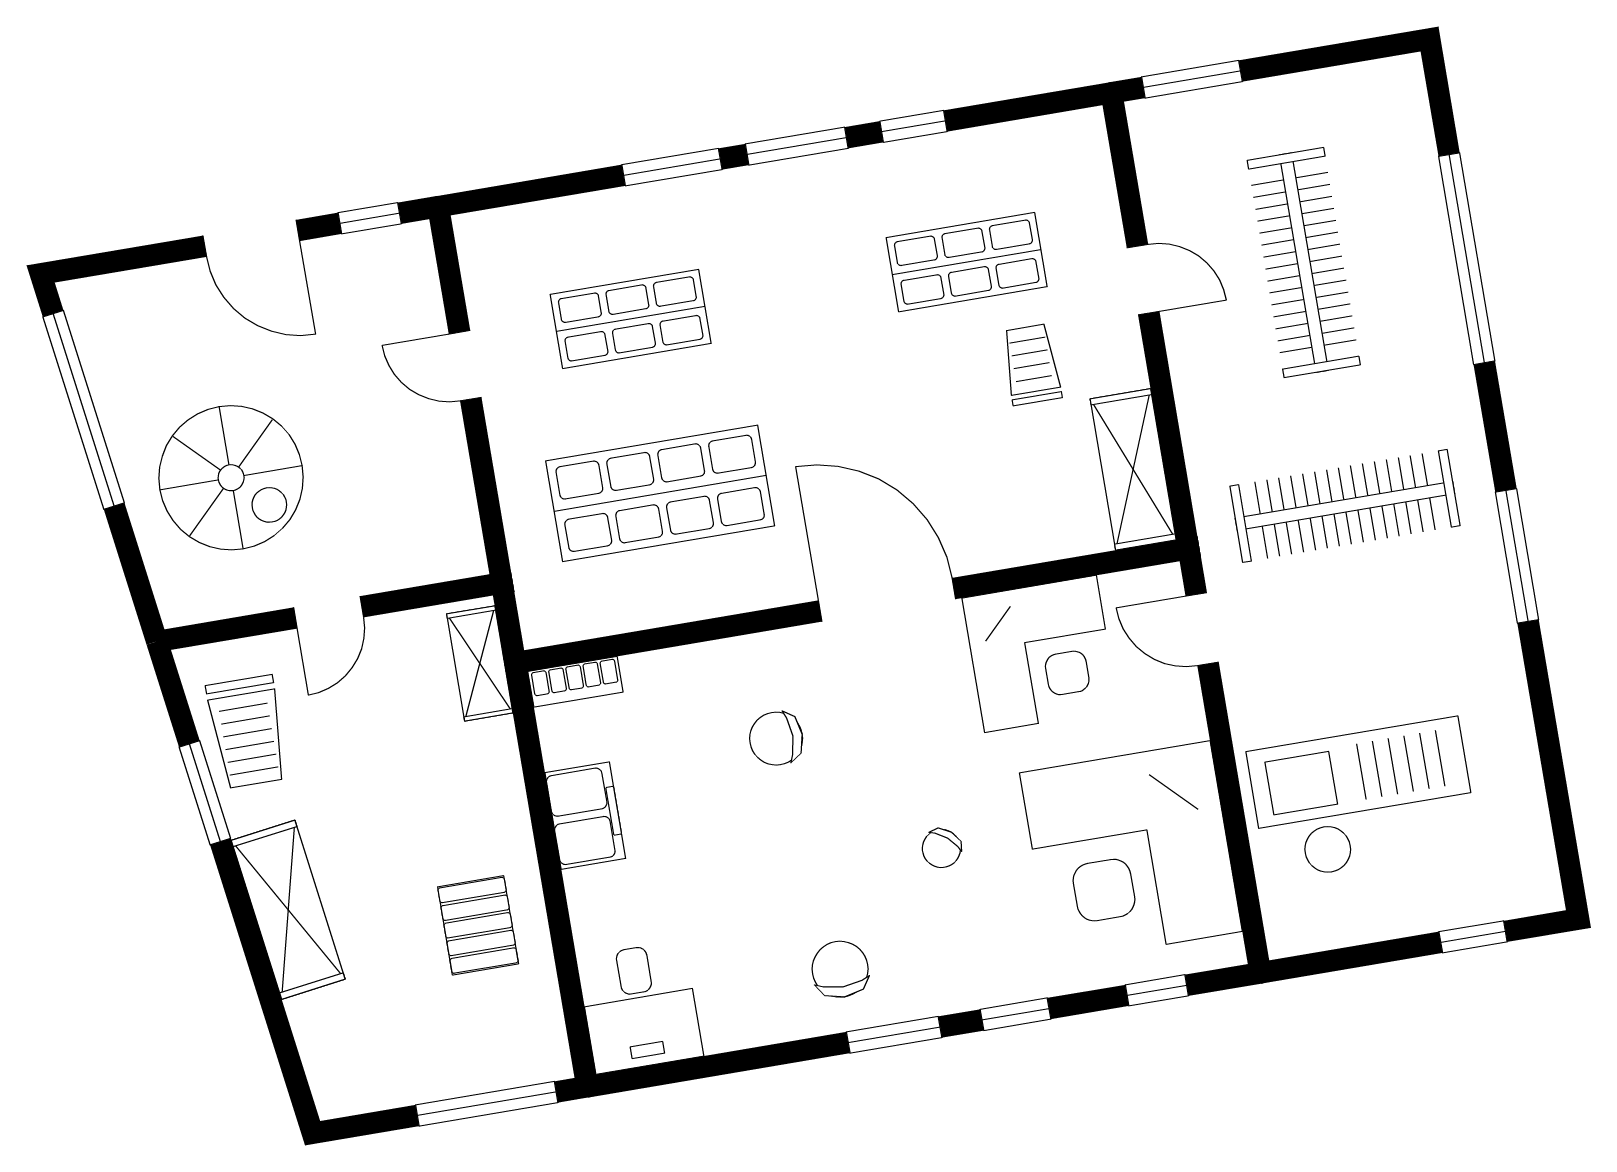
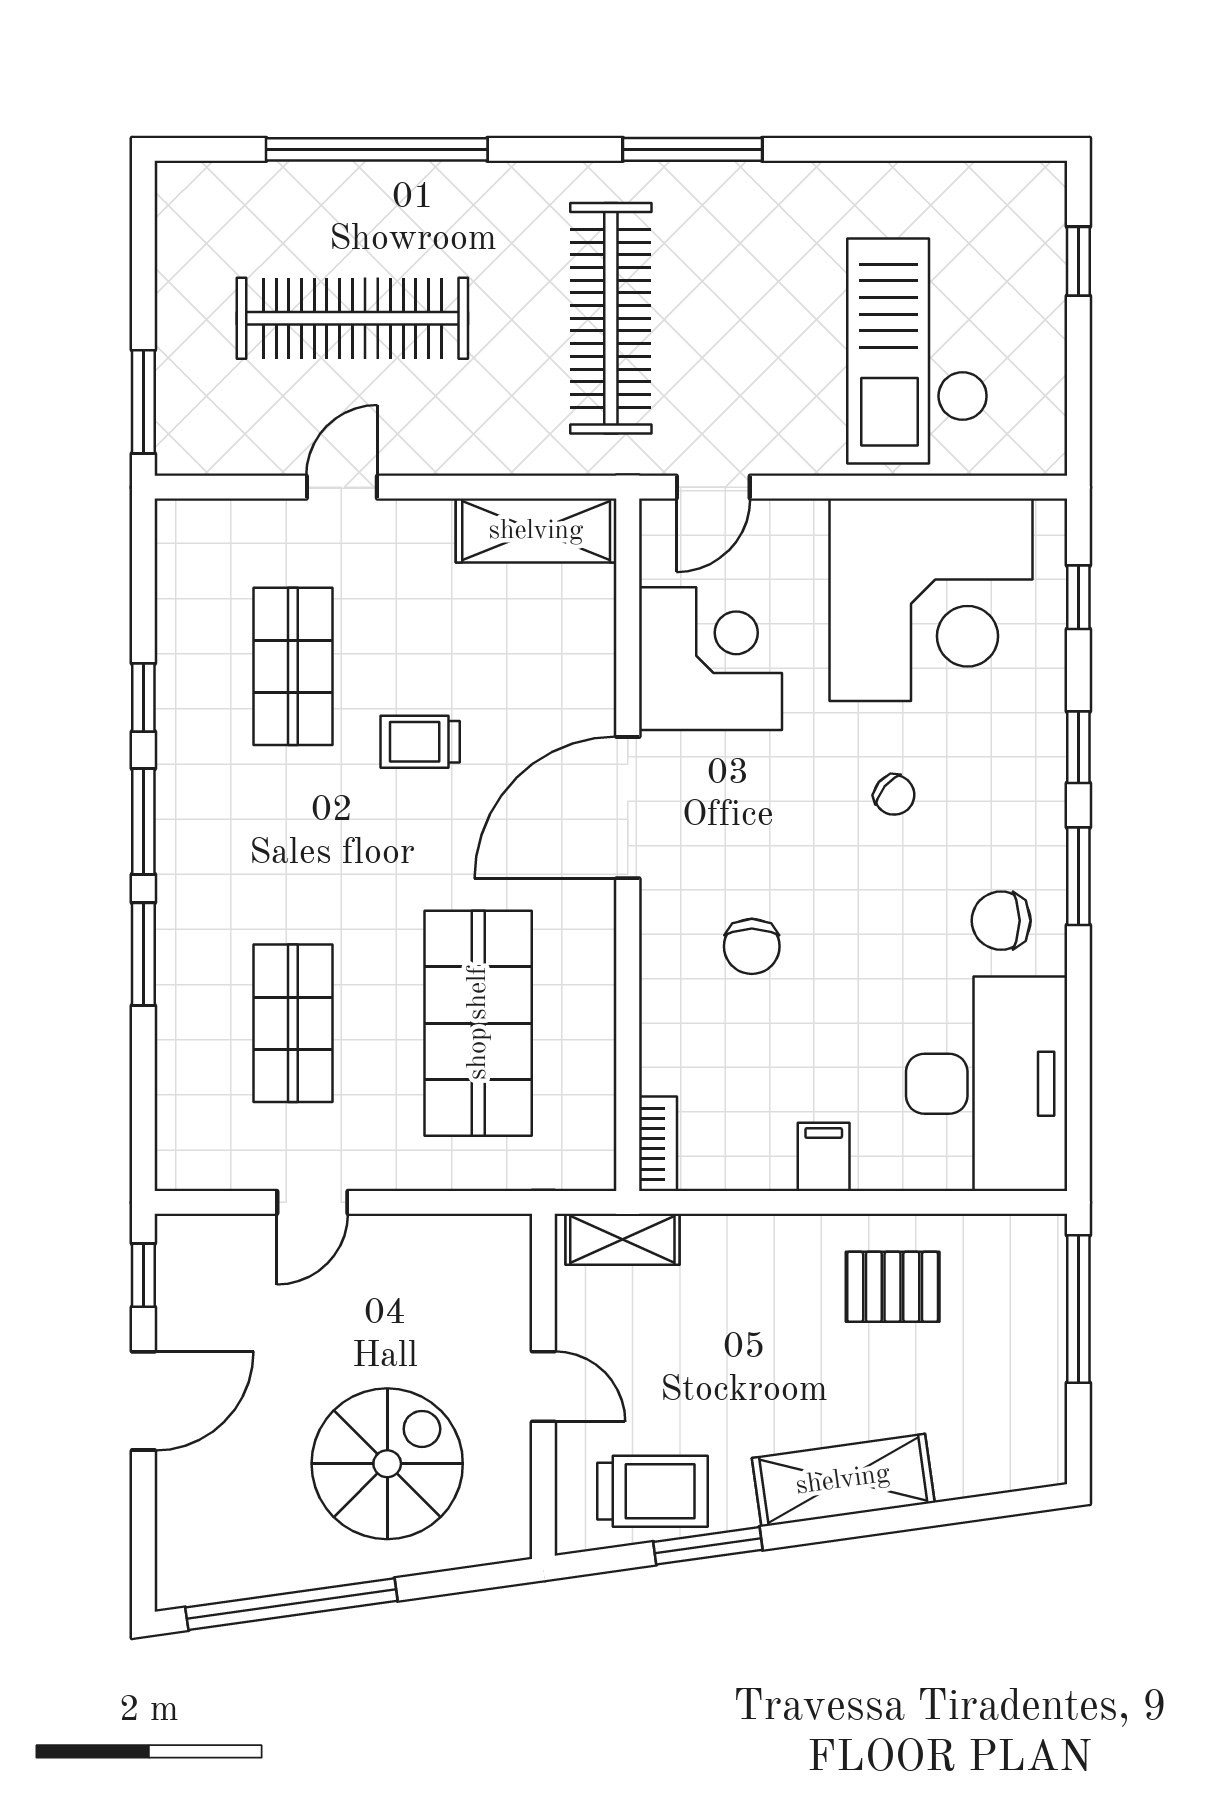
trolley: (1032, 365) -> (420, 742), moved
filing cabinet: (585, 816) -> (824, 1157), width x0.50
desk: (640, 1007) -> (987, 1084), width x1.87, depth x1.30

